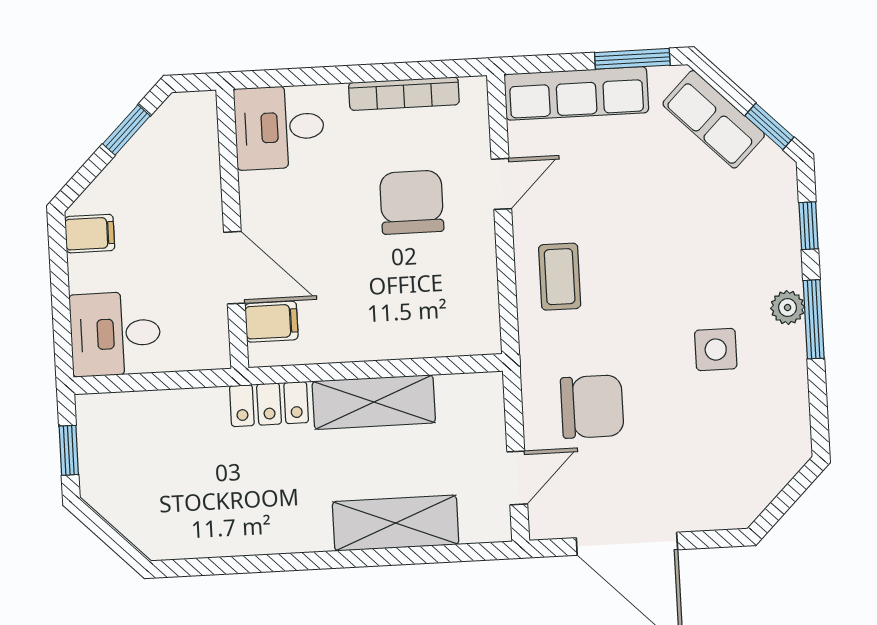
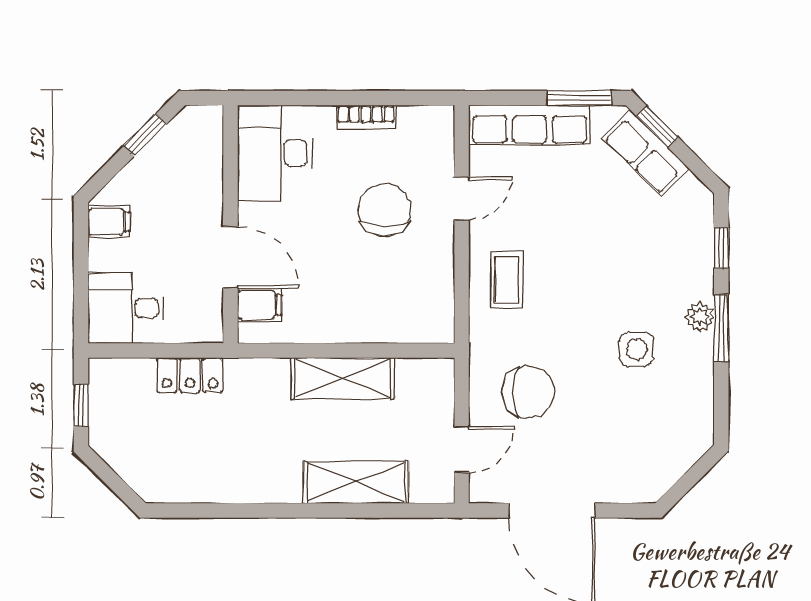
bookcase: (404, 94) -> (366, 117), width x0.64
window: (769, 126) -> (657, 127), moved
desk: (279, 127) -> (275, 153), width x1.37
locker: (269, 404) -> (190, 375), moved

